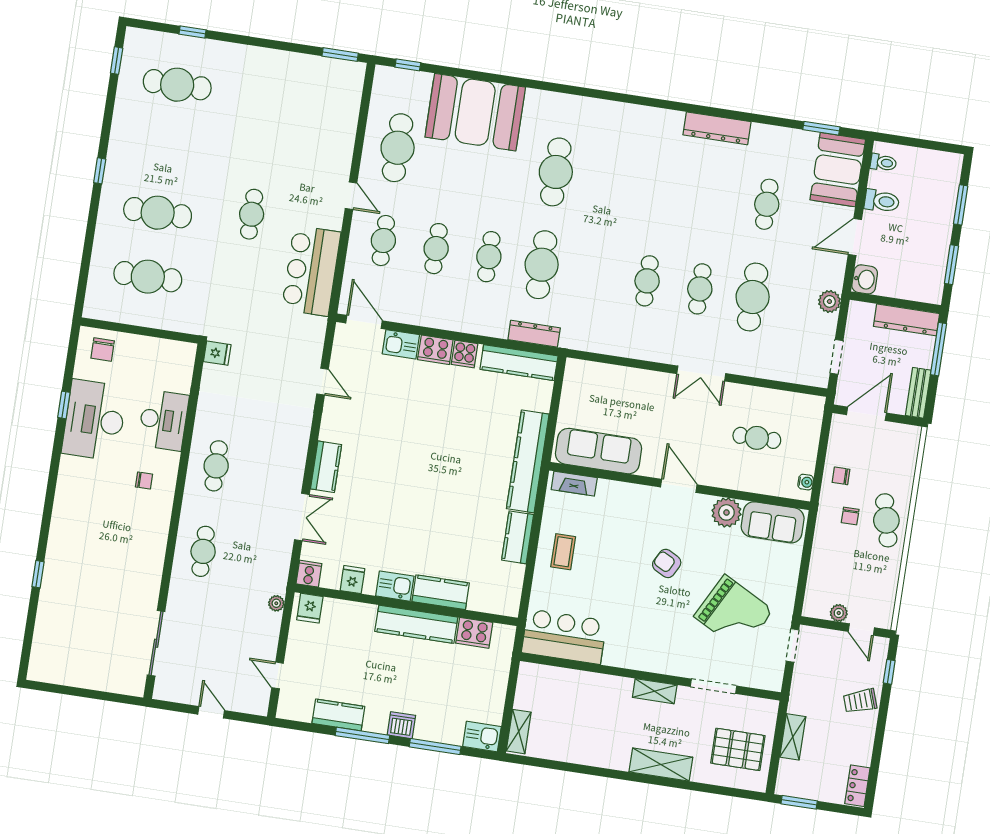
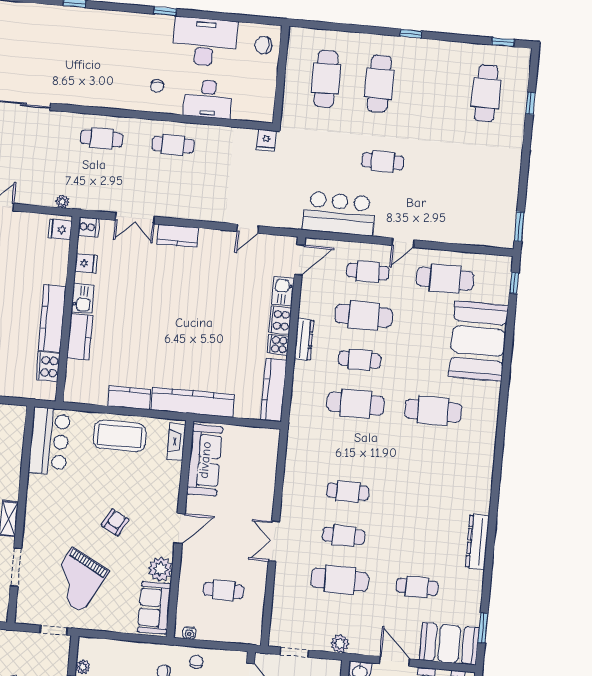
cafe table: (436, 249) -> (364, 316), width x1.37, depth x1.35
dresser: (534, 334) -> (304, 339), moved
window: (64, 405) -> (165, 11), moved
cafe table: (757, 438) -> (223, 590), turned 90
coffee table: (563, 552) -> (120, 436), width x1.86, depth x1.72

